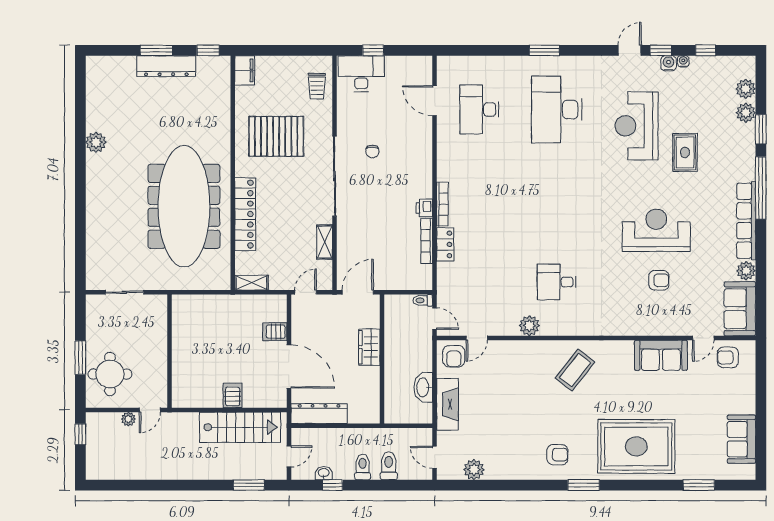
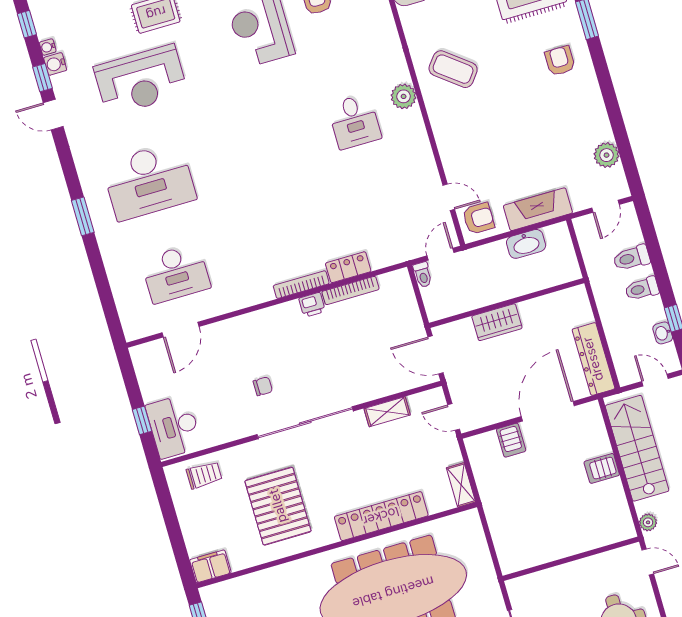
plant: (529, 326) -> (404, 96), moved
plant: (128, 419) -> (648, 522), moved

